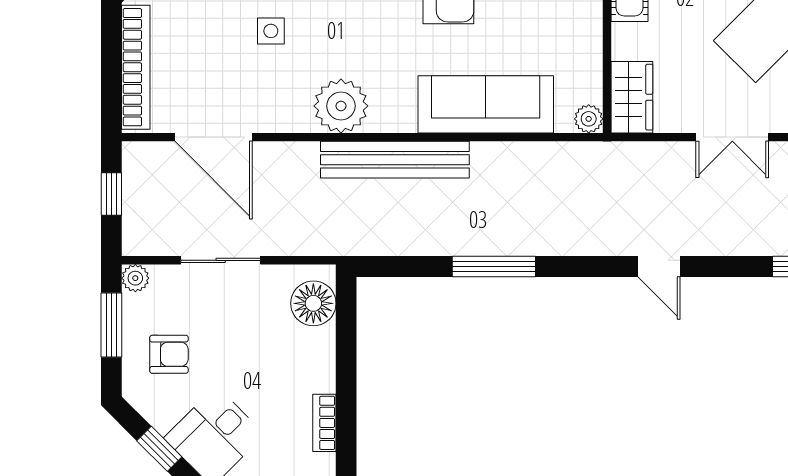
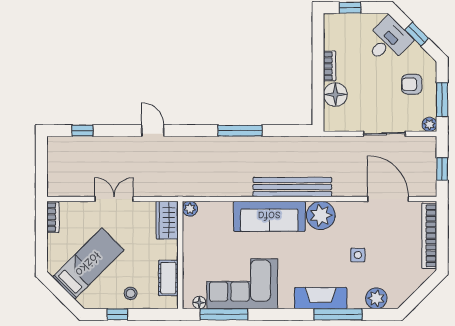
sofa: (486, 104) -> (269, 216), moved
floor lamp: (313, 303) -> (335, 94), moved
bookcase: (324, 423) -> (330, 66), moved

